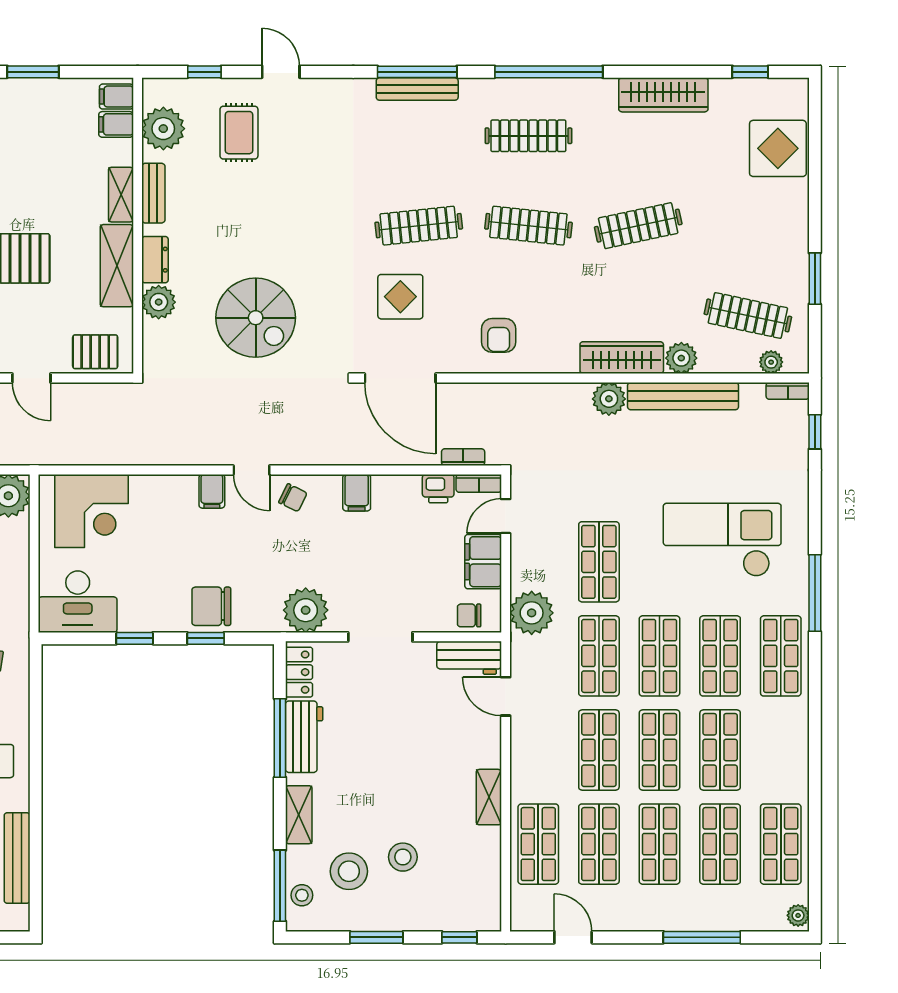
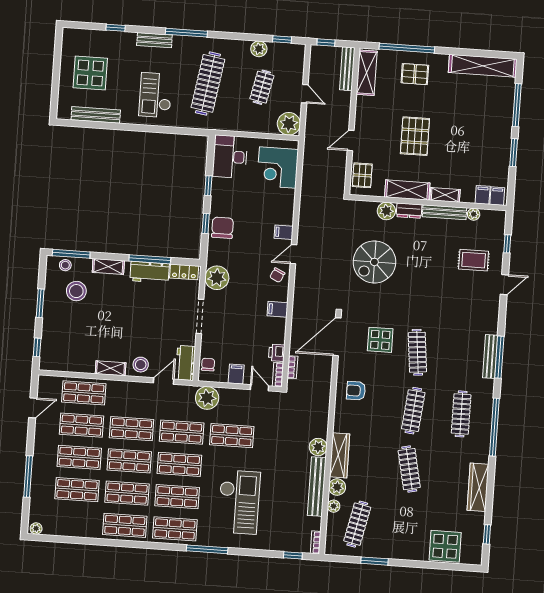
plant: (163, 129) -> (474, 214), width x0.53, depth x0.53
bench: (153, 193) -> (445, 212), width x1.36
plant: (771, 362) -> (334, 506), moved
filing cabinet: (483, 562) -> (236, 374), width x0.50
shop shelf: (781, 844) -> (125, 525), moved
stool: (403, 857) -> (141, 365), moved

